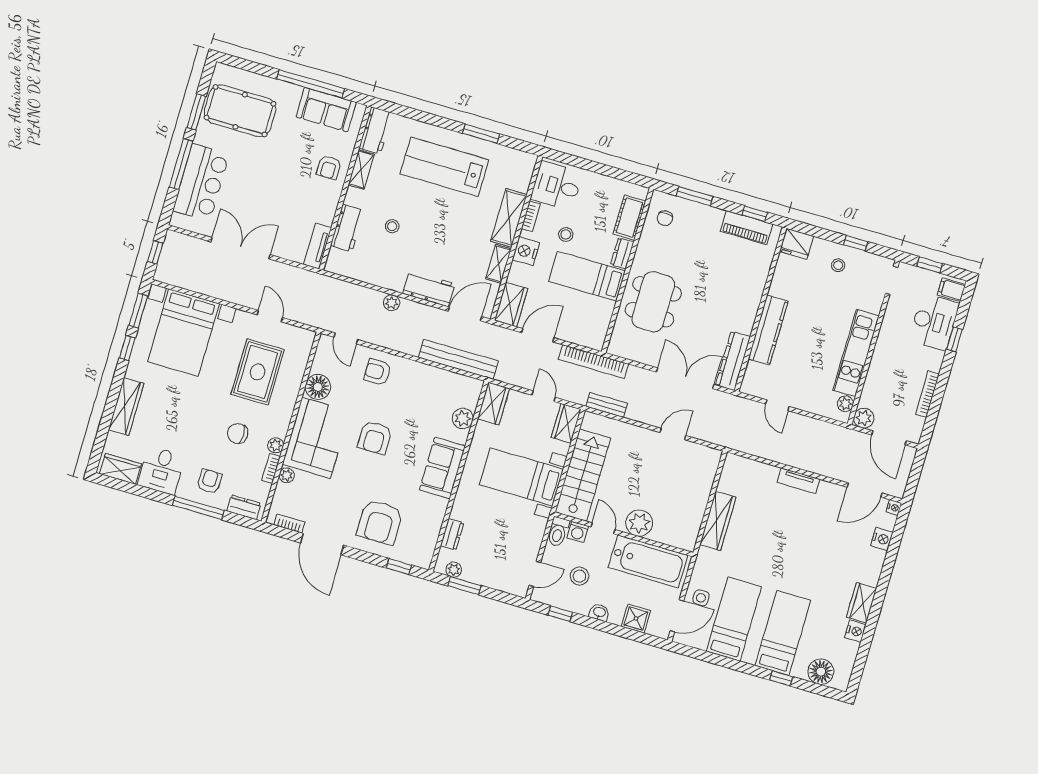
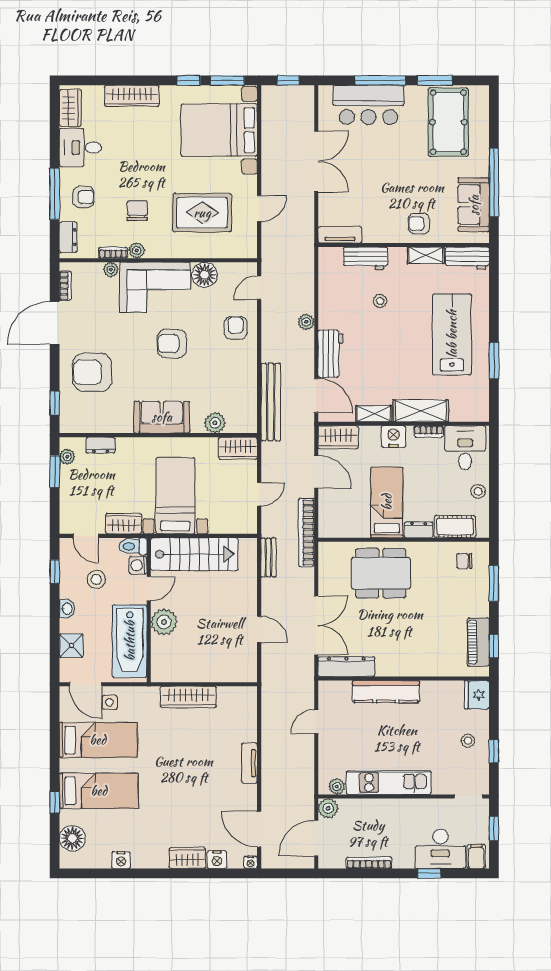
stool: (566, 234) -> (478, 491), moved
wardrobe: (566, 423) -> (124, 524), moved
wardrobe: (862, 603) -> (188, 858), moved

